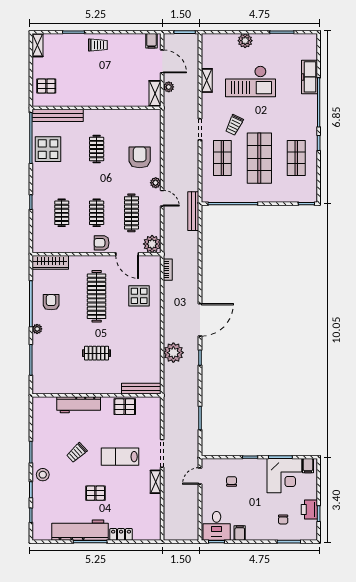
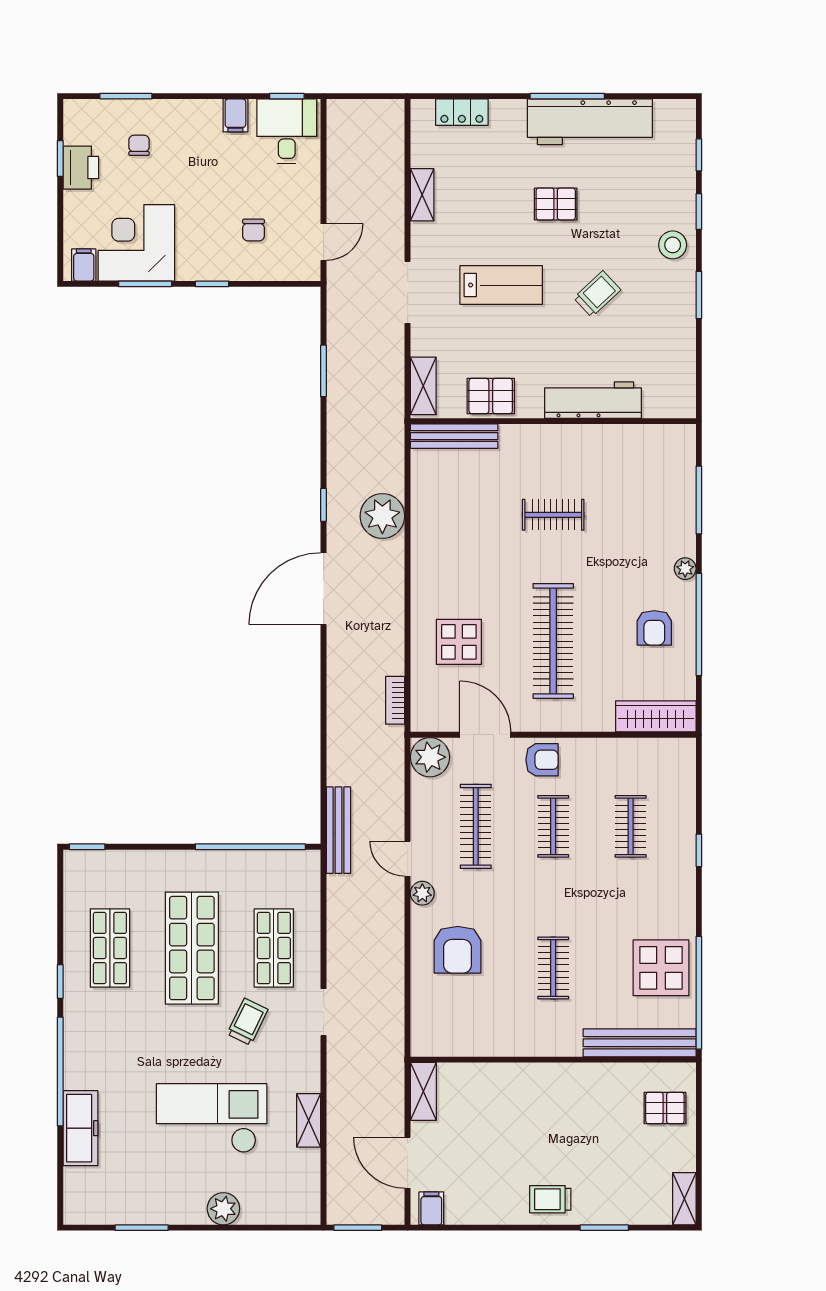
plant: (169, 87) -> (393, 1106), removed
shelving: (155, 411) -> (423, 386), added
shelving: (156, 482) -> (422, 195), moved
locker: (121, 534) -> (462, 112), moved

